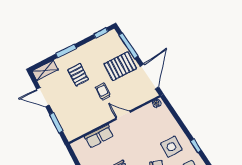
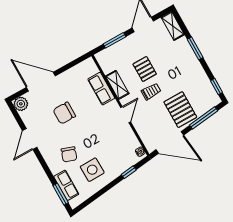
pallet: (78, 75) -> (145, 69), moved, turned 90
shelving: (96, 122) -> (117, 85), added
window: (196, 146) -> (129, 172), moved

